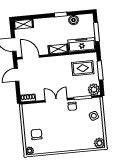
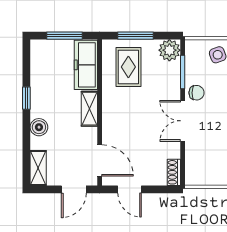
boiler: (73, 20) -> (39, 127), moved
door: (31, 57) -> (100, 160), swing flipped

